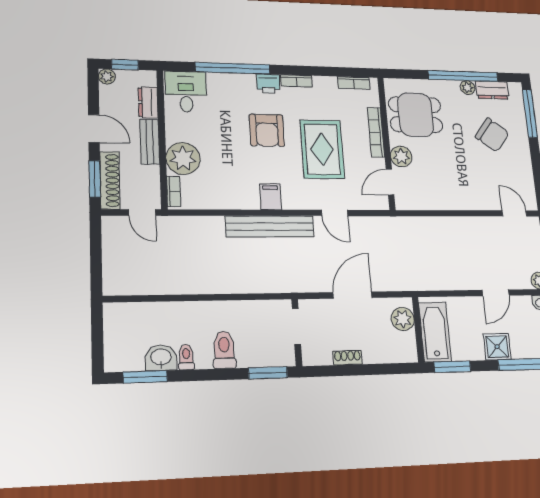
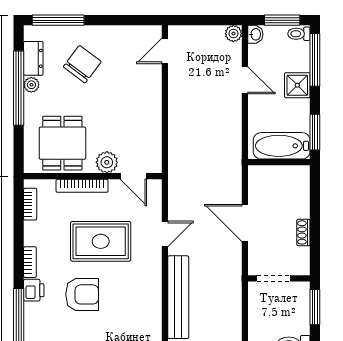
filing cabinet: (271, 197) -> (149, 295), removed
plant: (403, 319) -> (269, 176), removed

